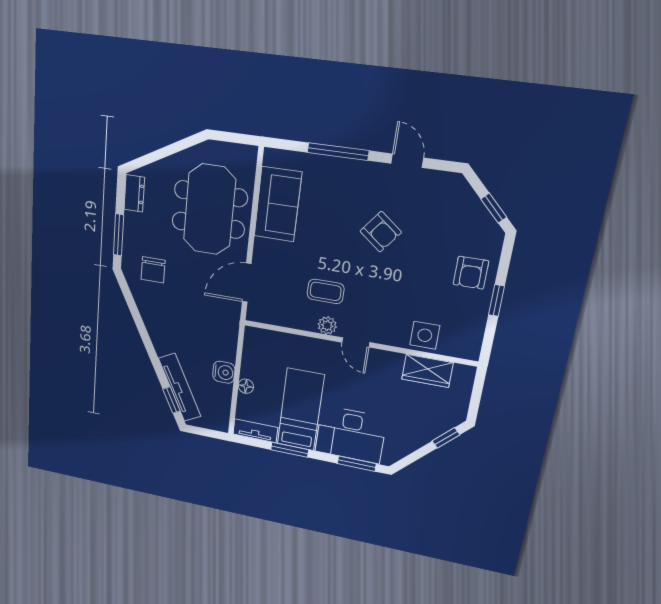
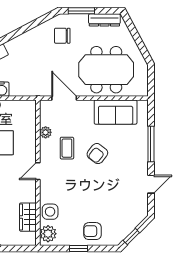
dresser: (134, 193) -> (104, 20), width x1.44
armchair: (381, 232) -> (97, 154), moved
plant: (327, 325) -> (46, 132), moved
plant: (461, 345) -> (48, 234), added

